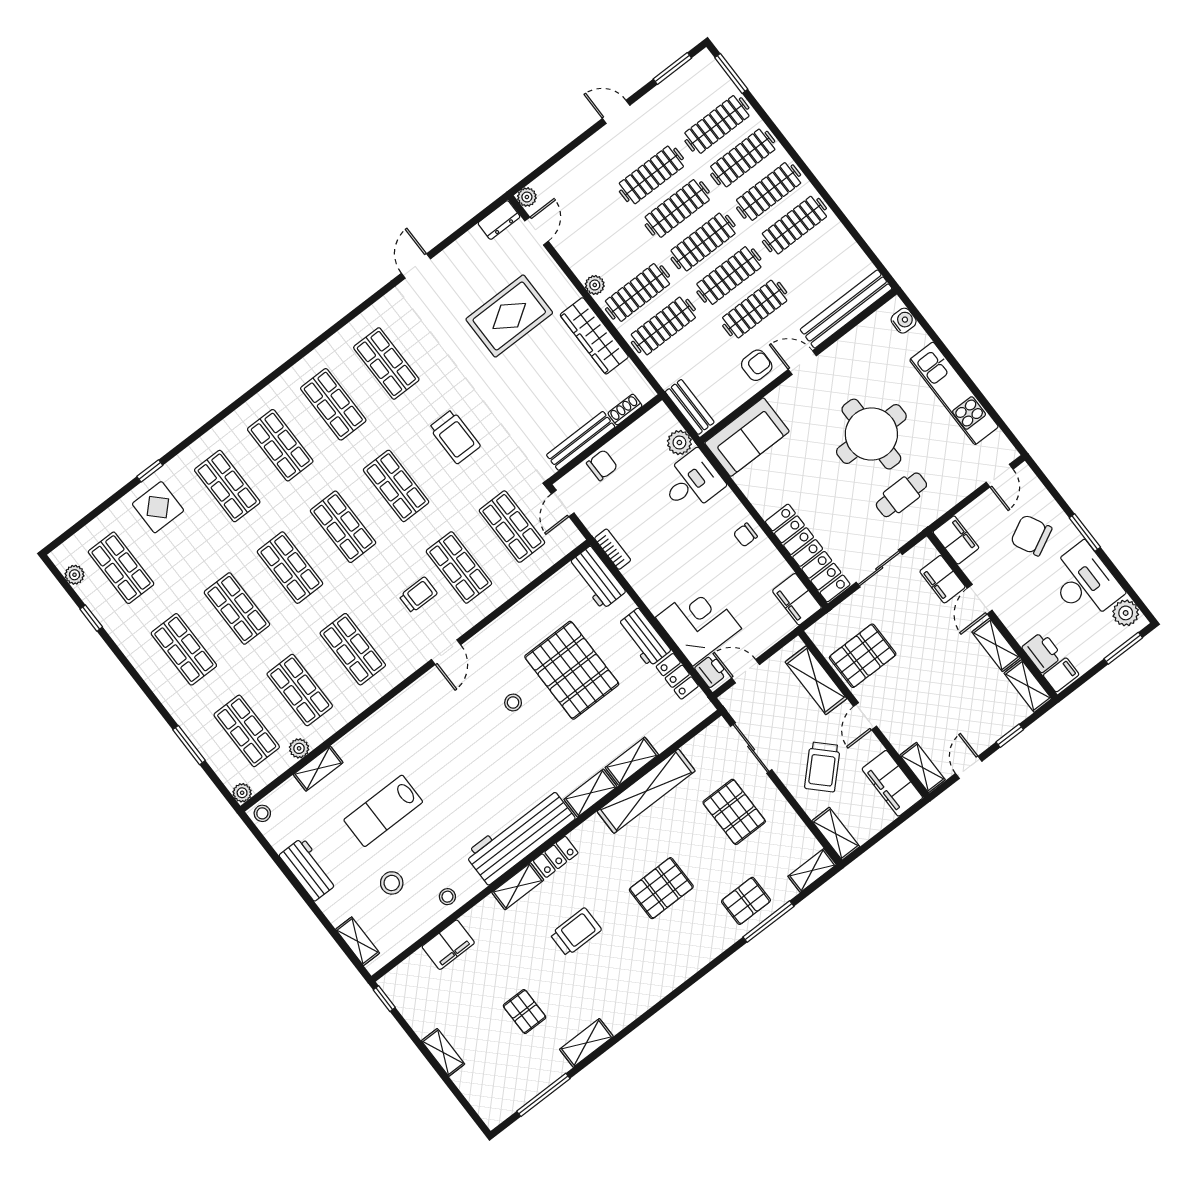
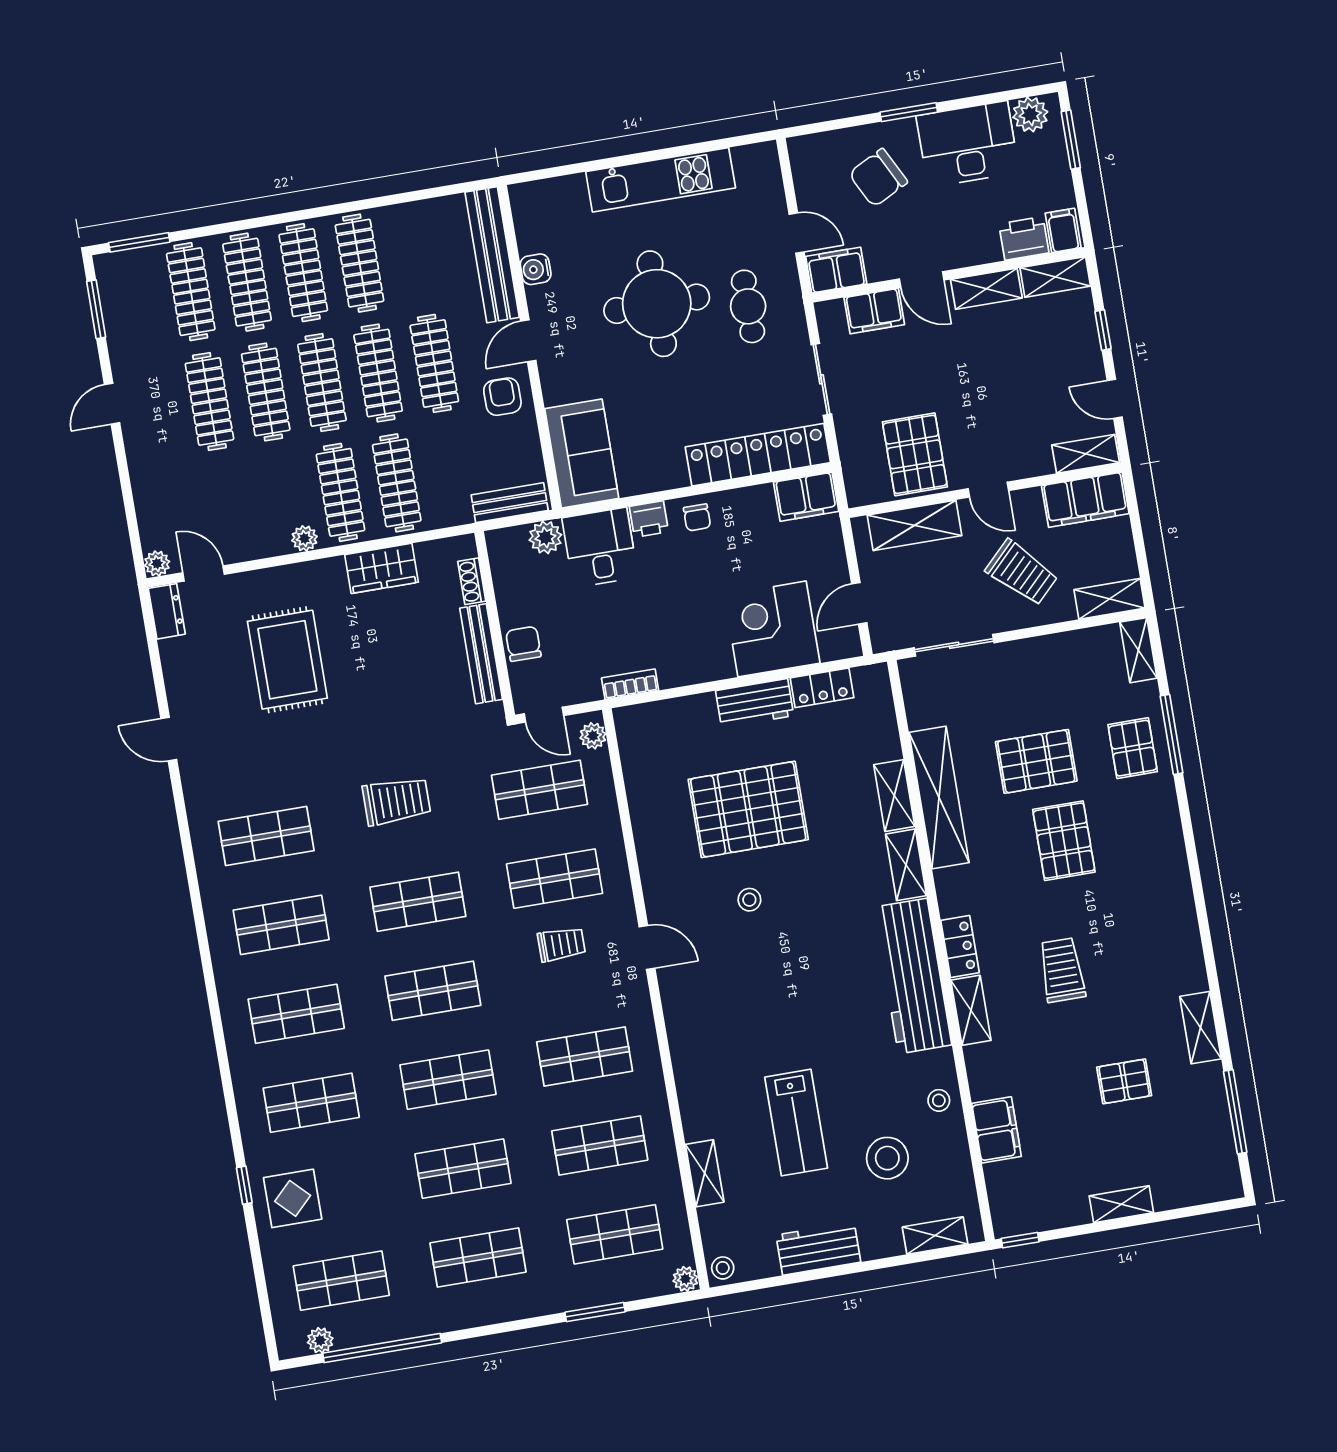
water cooler: (904, 321) -> (536, 269), moved, turned -90
wardrobe: (594, 336) -> (381, 568), width x0.67
door: (1000, 476) -> (797, 233), moved
workbench: (596, 578) -> (654, 722), removed
trolley: (418, 595) -> (561, 944), turned 90
window: (91, 618) -> (382, 1348), width x3.17
printer: (711, 671) -> (649, 519), moved, turned 180
plant: (299, 748) -> (593, 736), moved
pallet: (734, 812) -> (1036, 761), moved
stool: (392, 883) -> (887, 1158), width x1.38, depth x1.38

